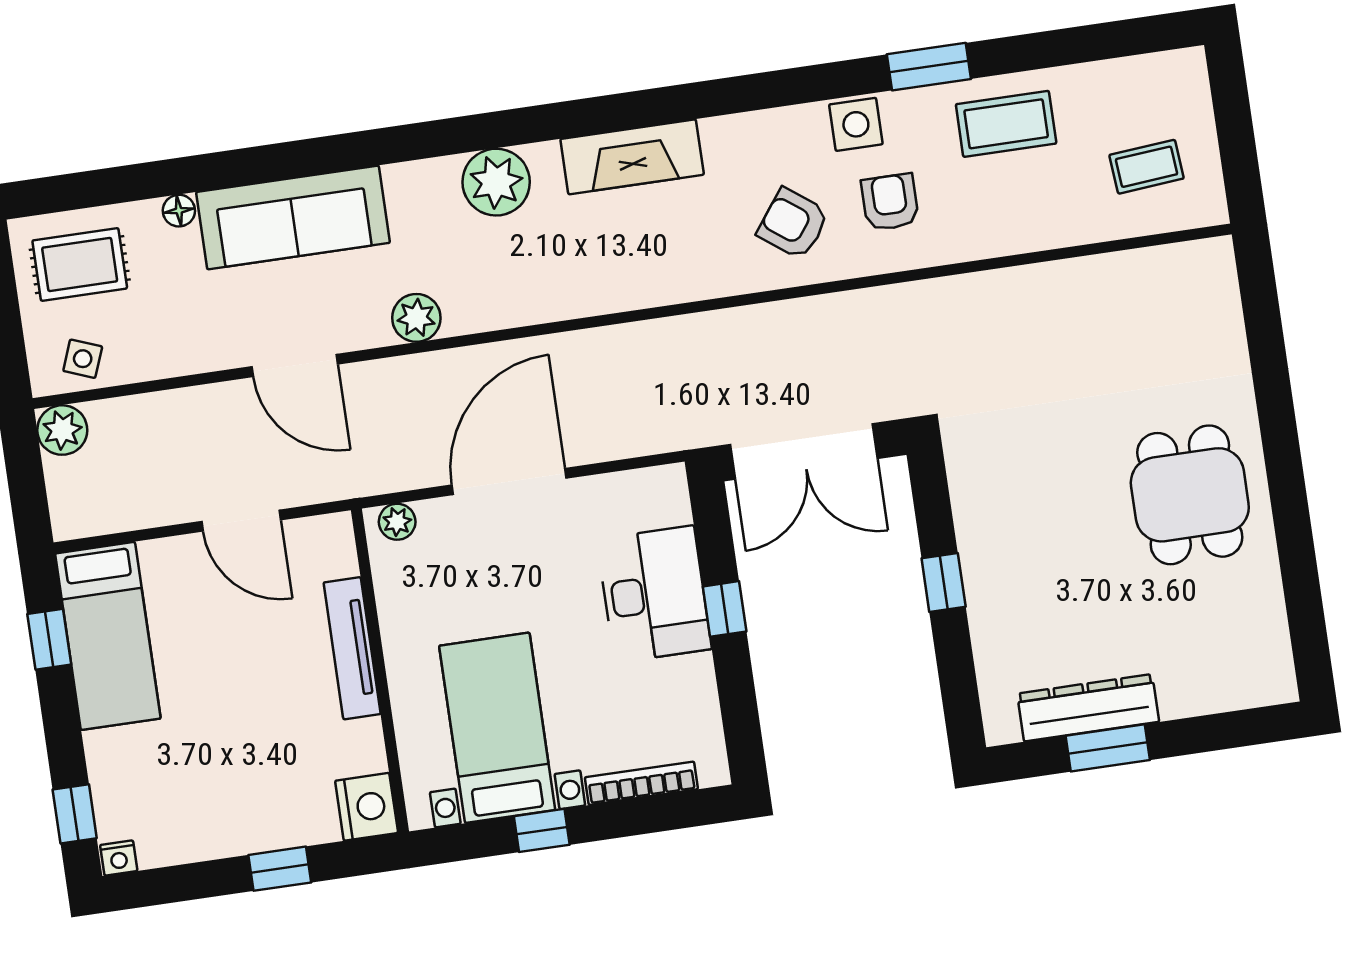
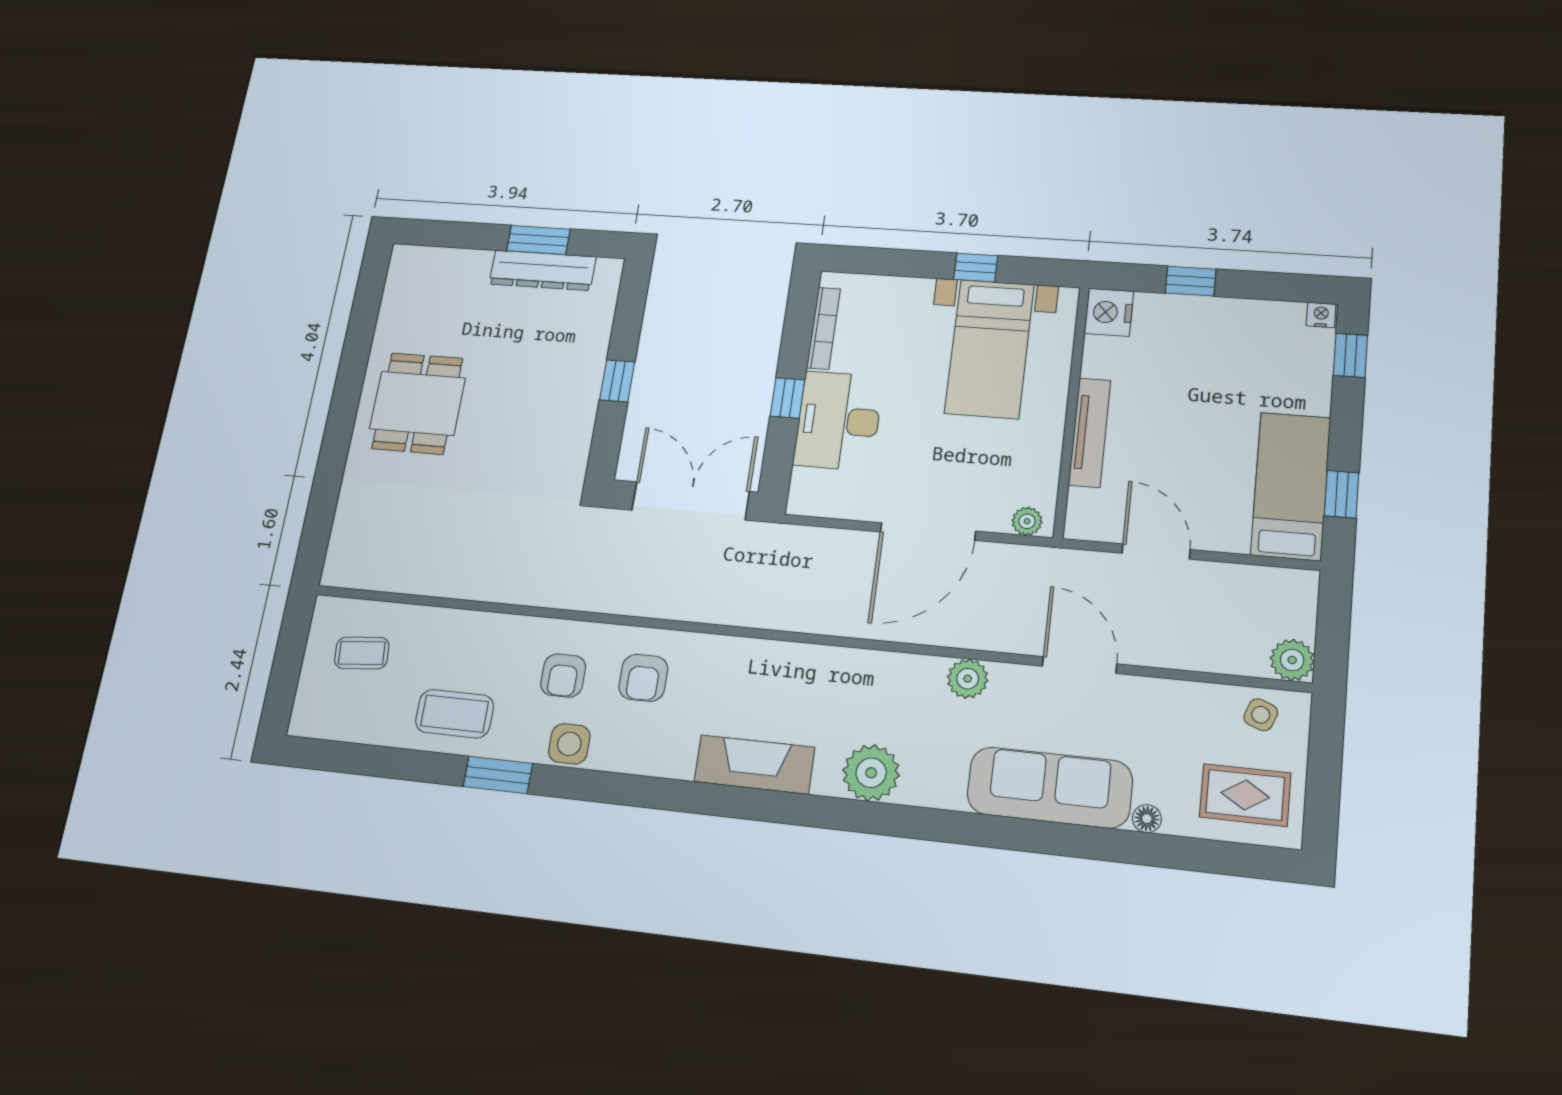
armchair: (793, 224) -> (643, 678), turned 53
bookcase: (641, 783) -> (824, 328), moved, turned -90

